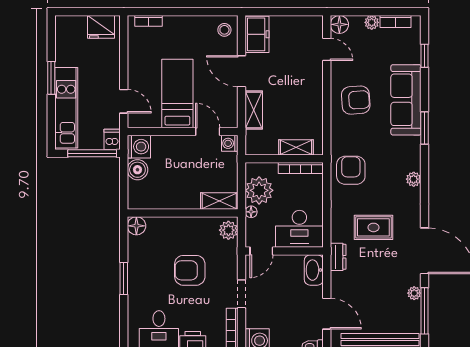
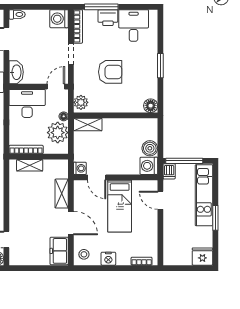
nightstand: (192, 24) -> (108, 259), added
fridge: (101, 27) -> (202, 257), moved

